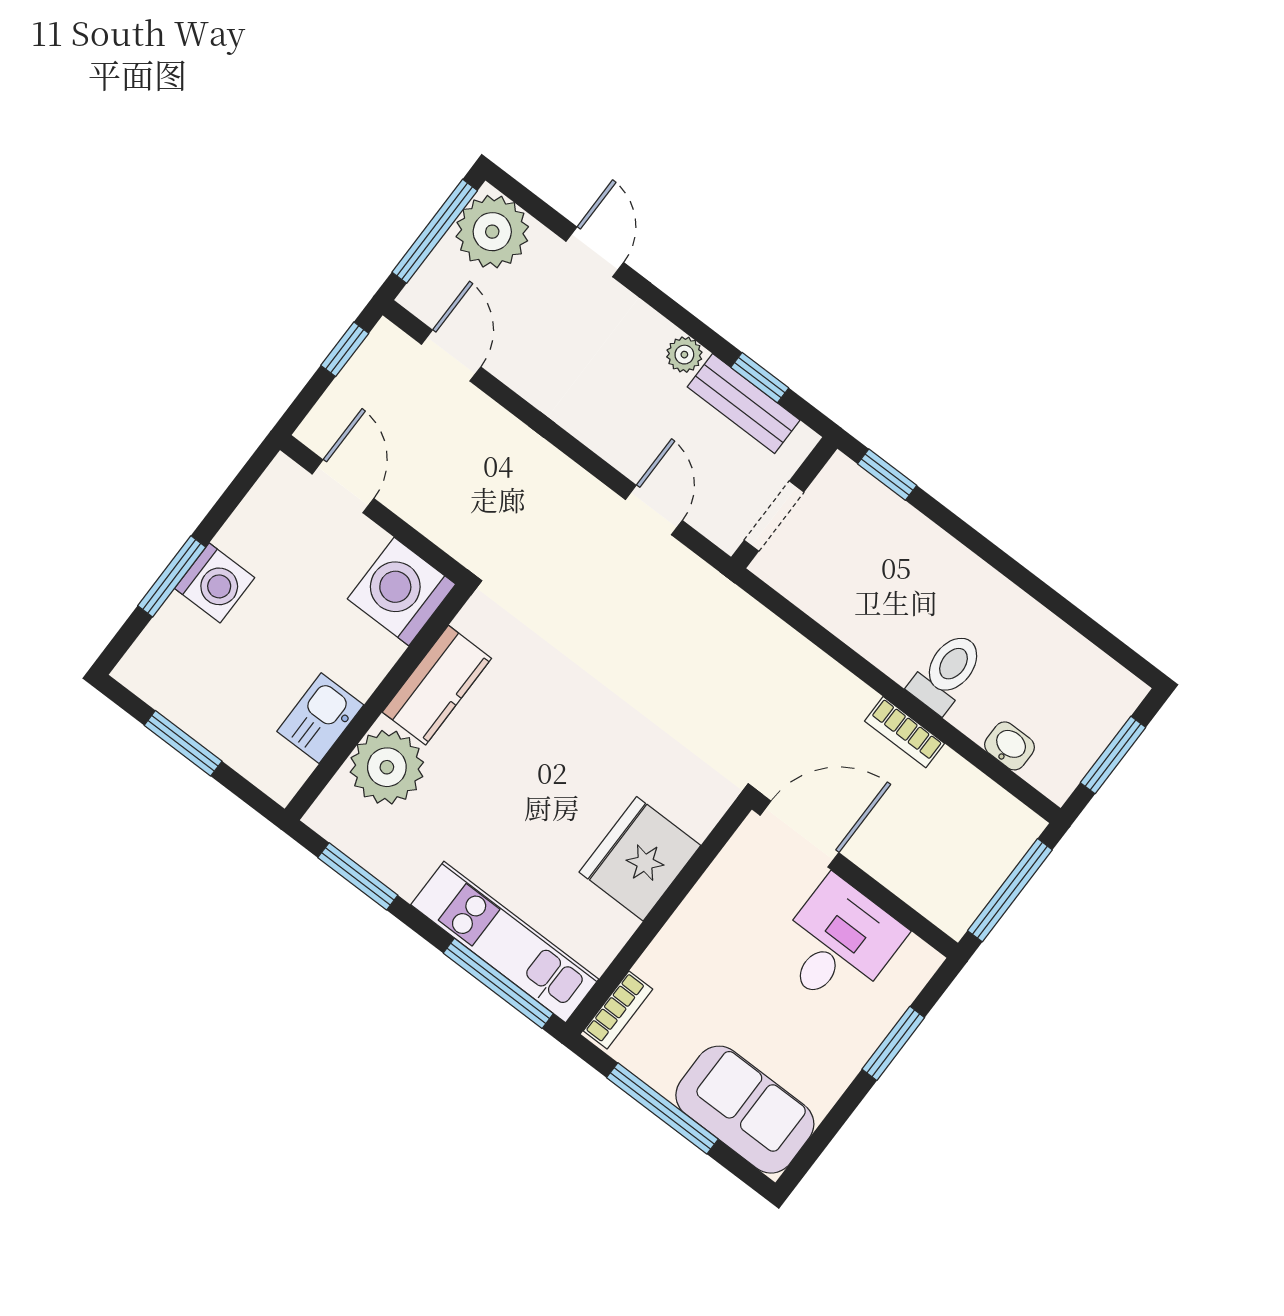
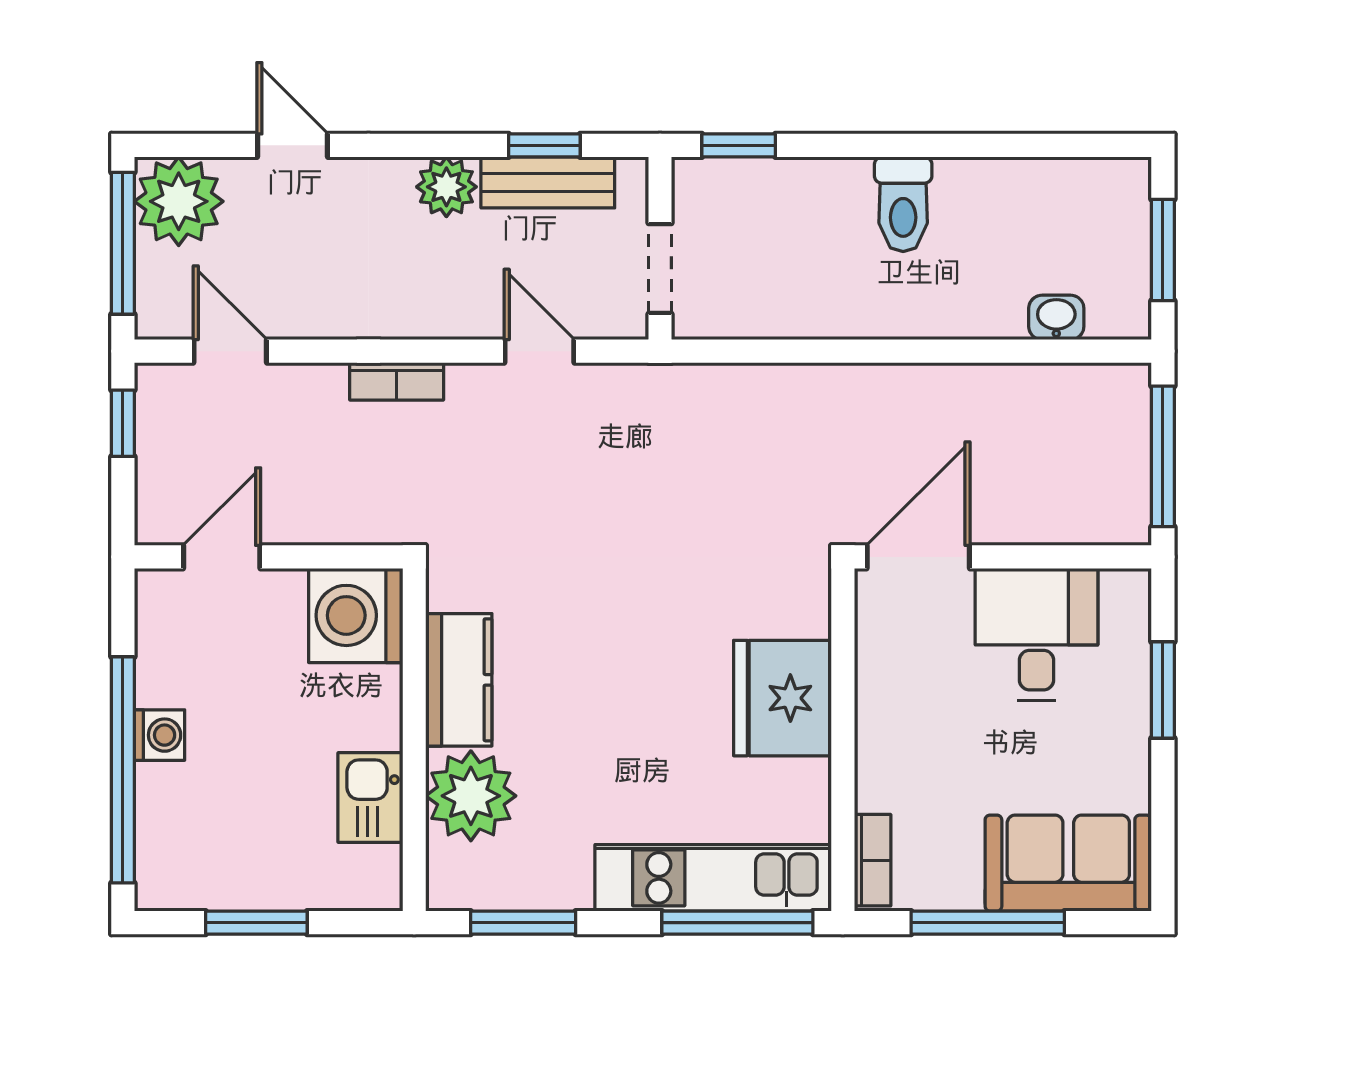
plant: (684, 355) -> (446, 187), width x1.38, depth x1.38
door: (343, 486) -> (222, 557), hinge flipped
window: (172, 576) -> (123, 770), width x2.11
washing machine: (215, 583) -> (159, 735), width x0.73, depth x0.73
toilet: (947, 672) -> (903, 204), moved, turned 180
bookcase: (904, 732) -> (397, 381), moved

